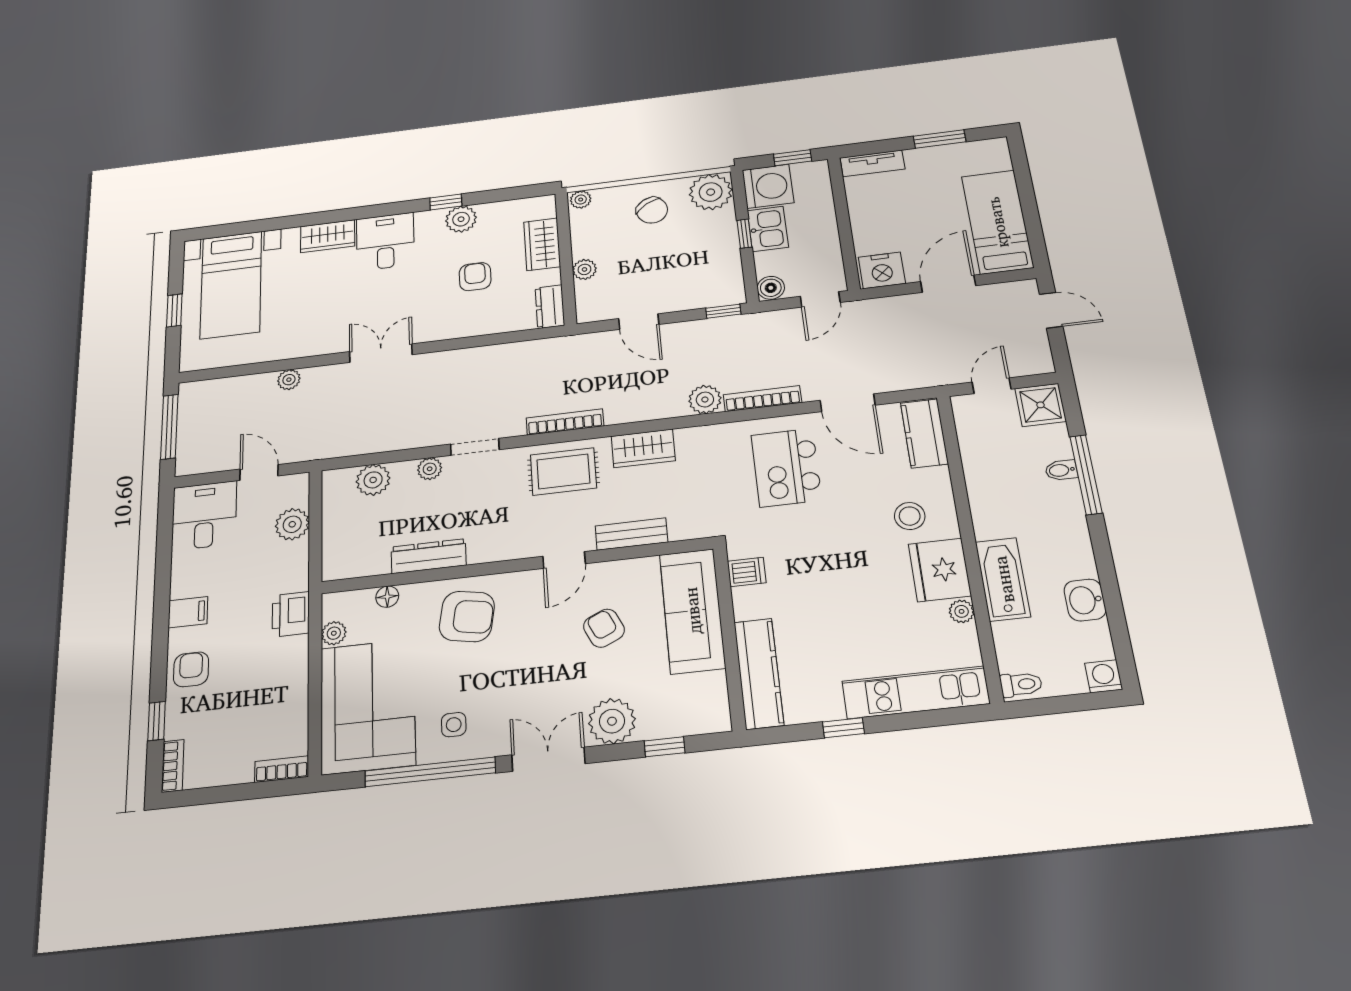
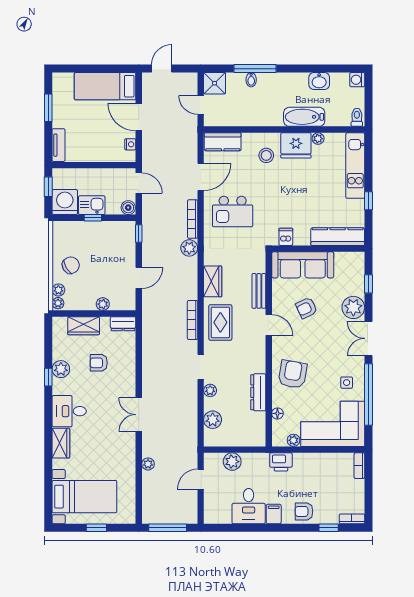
plant: (711, 192) -> (58, 290), moved, width x0.53, depth x0.53
nightstand: (882, 270) -> (130, 144), width x0.53, depth x0.56
desk: (204, 516) -> (249, 506), moved, turned -90

